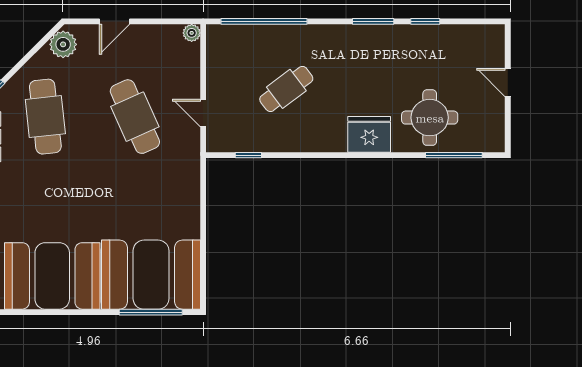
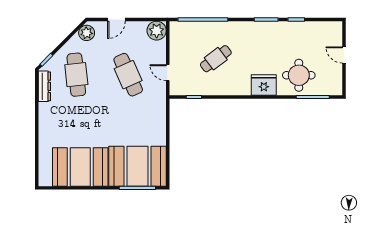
plant: (192, 33) -> (157, 31), width x1.87, depth x1.87

